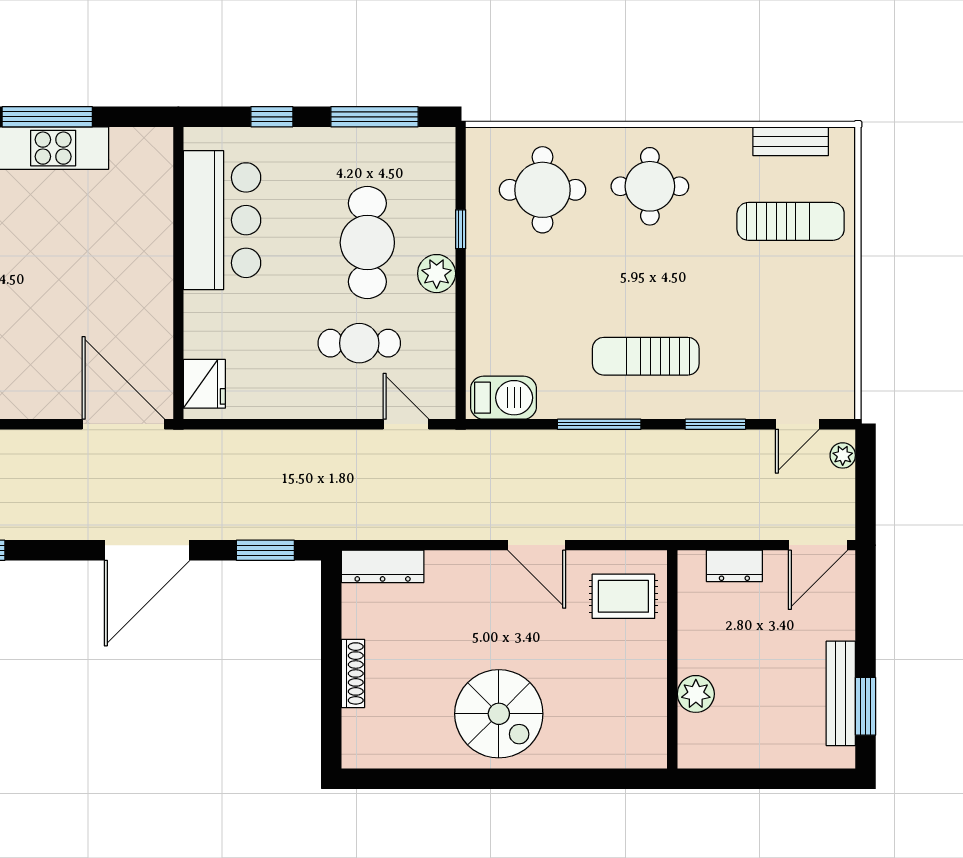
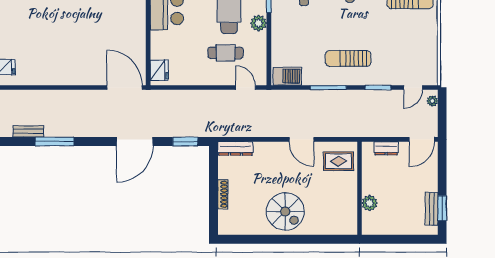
bench: (841, 693) -> (432, 209), width x0.73

